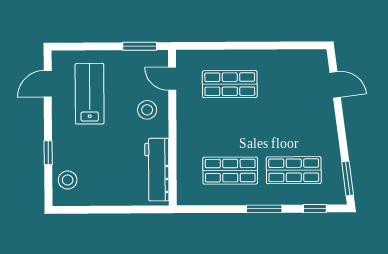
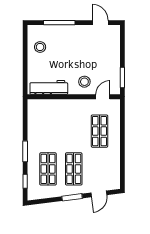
lab bench: (90, 94) -> (94, 47), removed
window: (48, 153) -> (59, 23), width x2.17
shop shelf: (230, 171) -> (74, 169), moved
window: (348, 179) -> (72, 197), moved
stool: (68, 180) -> (40, 47), moved

